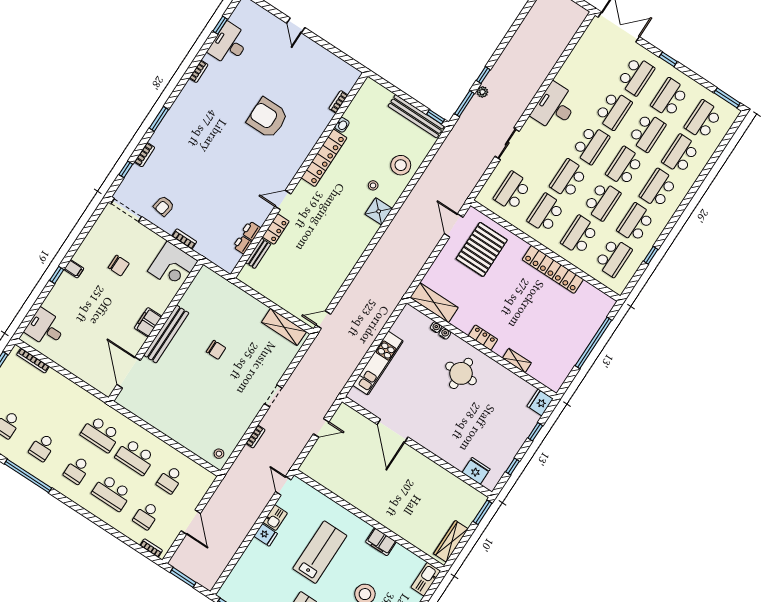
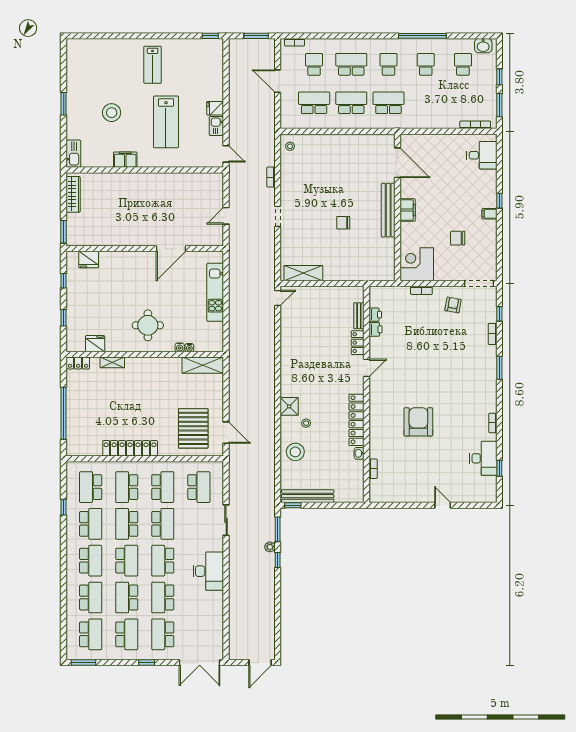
armchair: (267, 118) -> (418, 422), turned -90
school desk: (580, 235) -> (127, 487), turned 180
locker: (483, 337) -> (78, 363), moved
fridge: (540, 402) -> (95, 344), moved, turned -90
door: (393, 431) -> (171, 249), swing flipped
school desk: (170, 480) -> (314, 103), width x1.85

